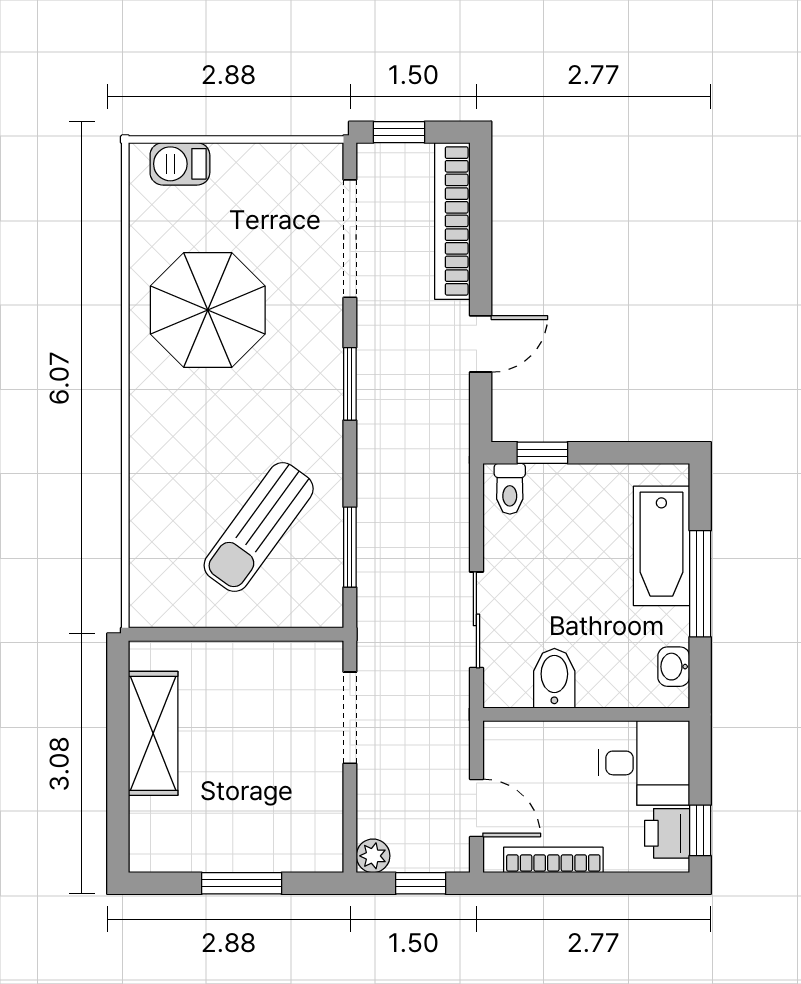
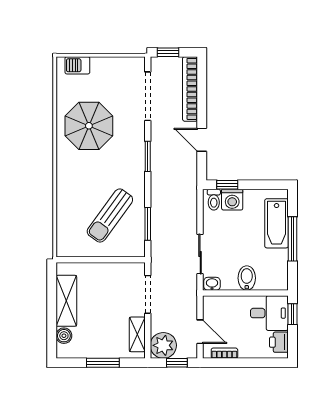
door: (481, 344) -> (202, 140), swing flipped
washing machine: (554, 489) -> (232, 200), added
washbasin: (674, 667) -> (212, 284), moved, turned 90
bidet: (554, 678) -> (247, 278), moved
shelving: (325, 814) -> (137, 334), added
boiler: (147, 818) -> (64, 336), added
window: (700, 830) -> (293, 314), moved
plant: (373, 856) -> (163, 345), width x1.88, depth x1.88
bookcase: (553, 860) -> (224, 353), width x0.64

